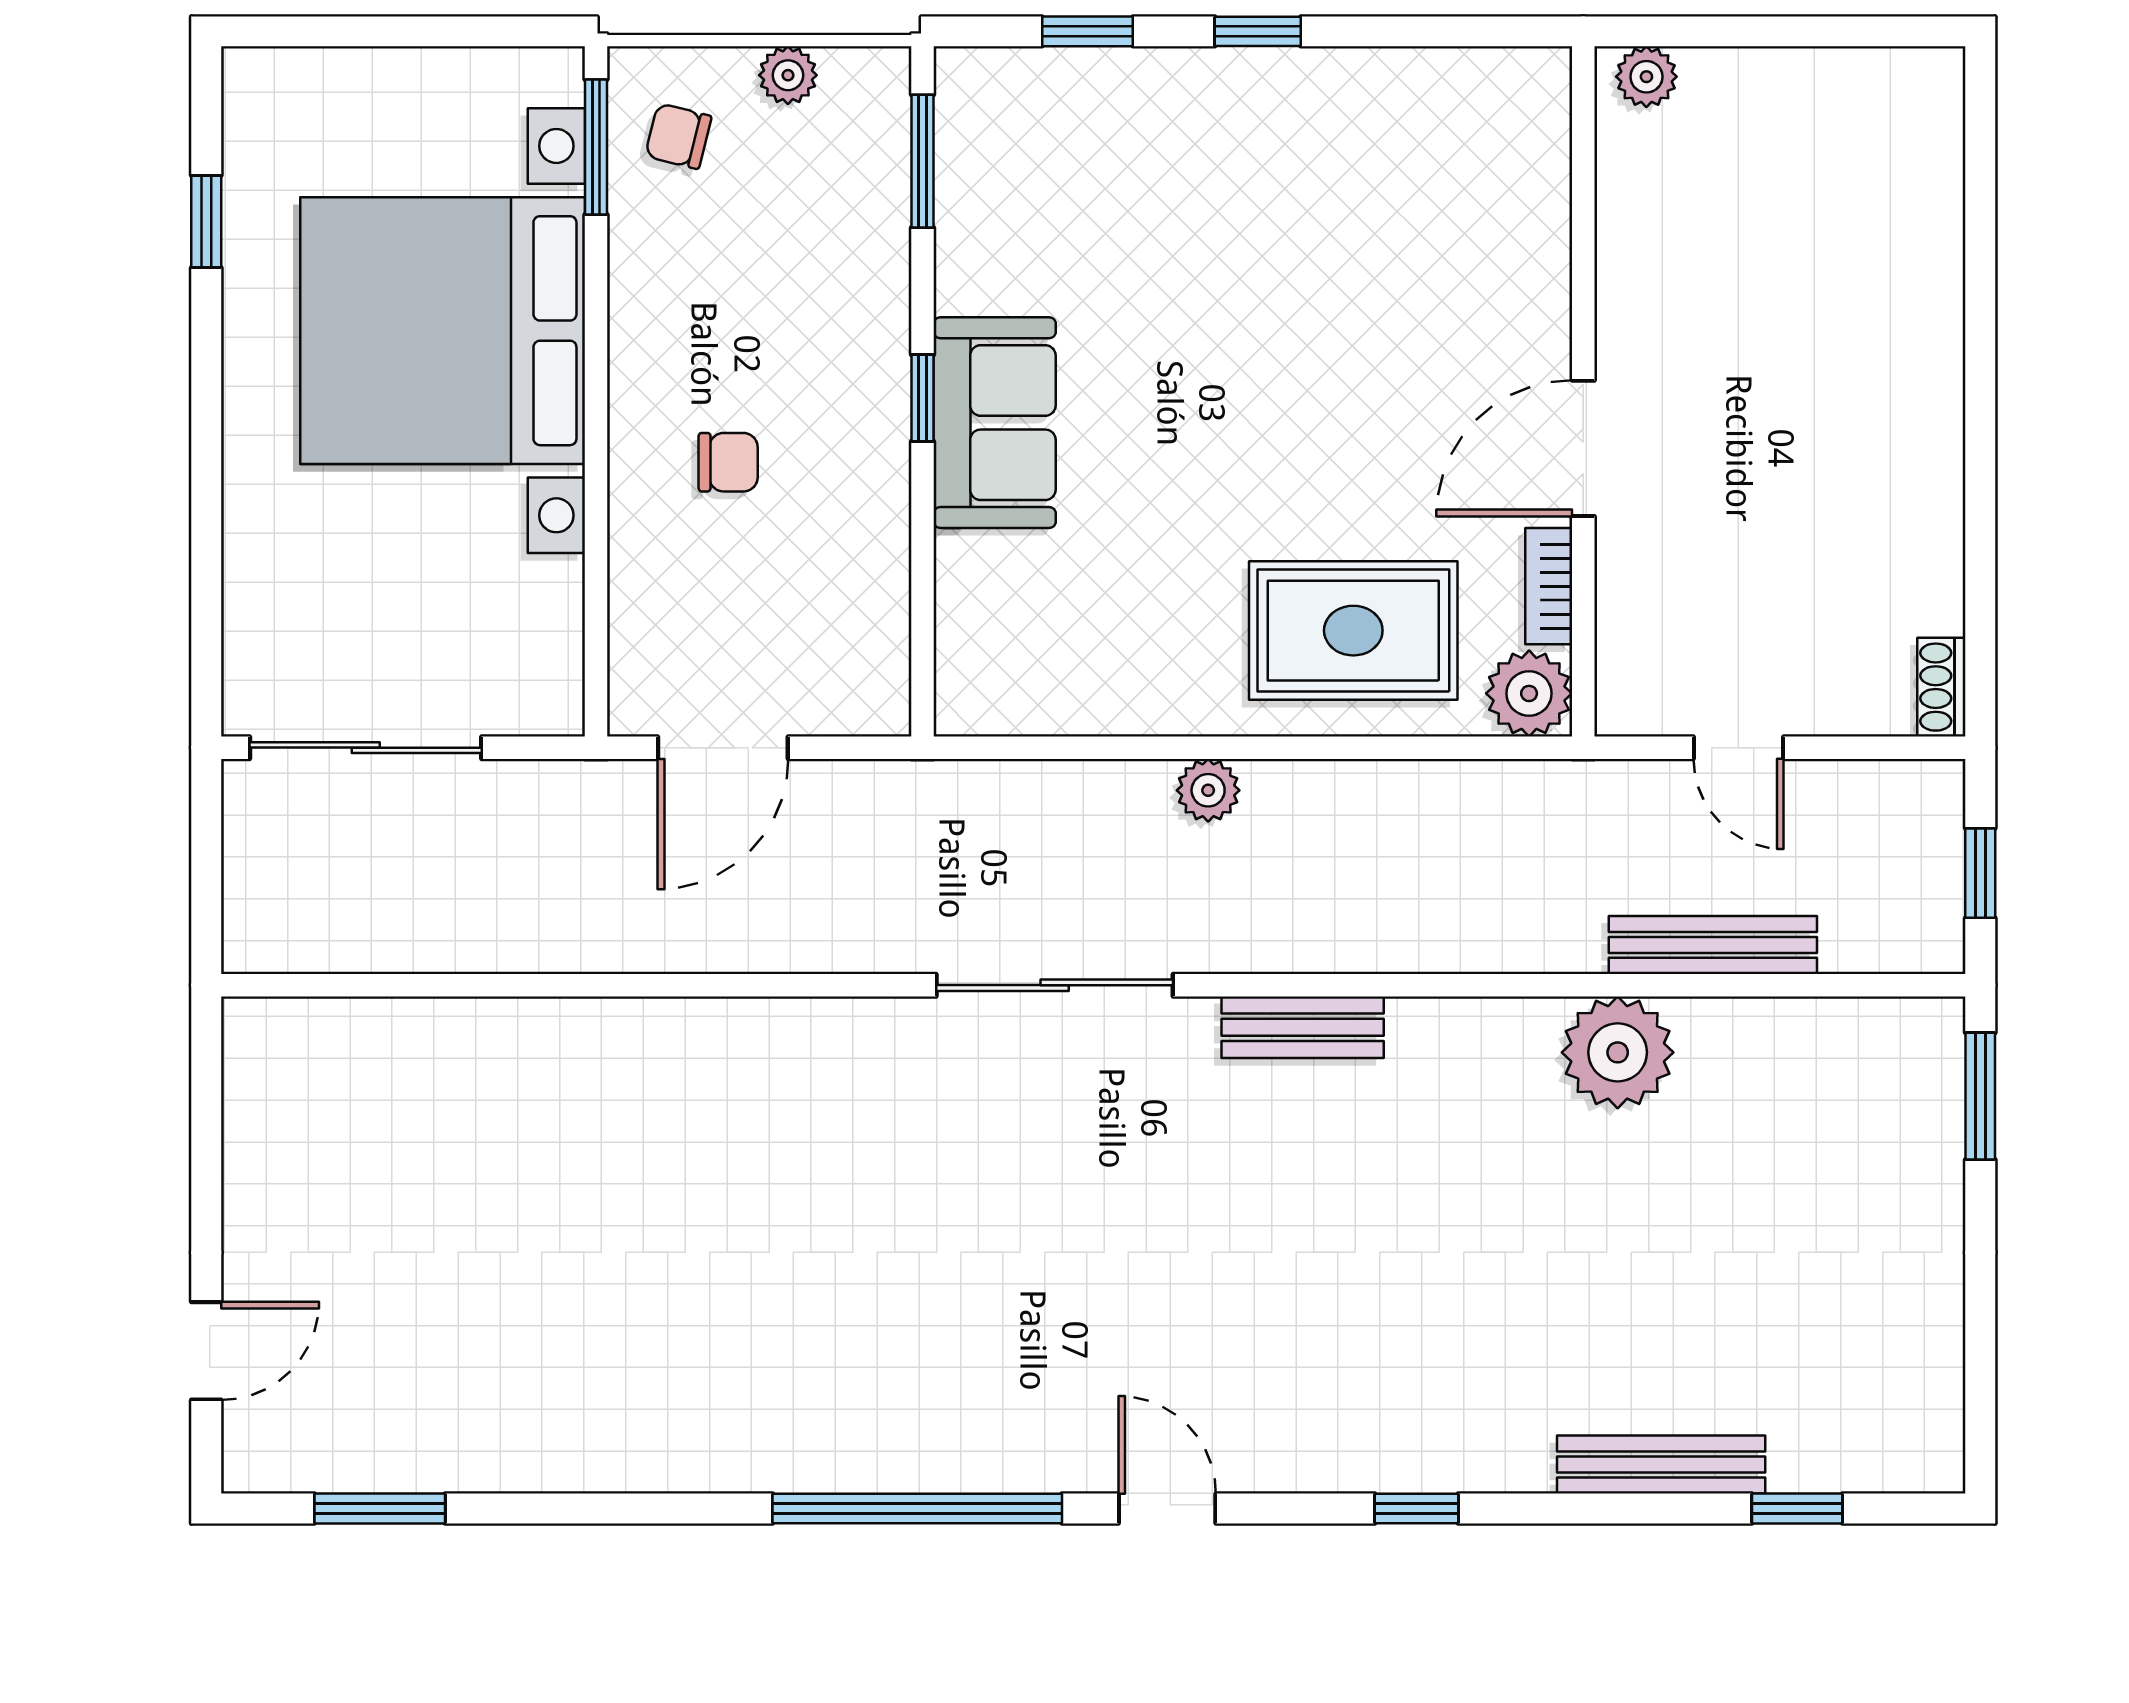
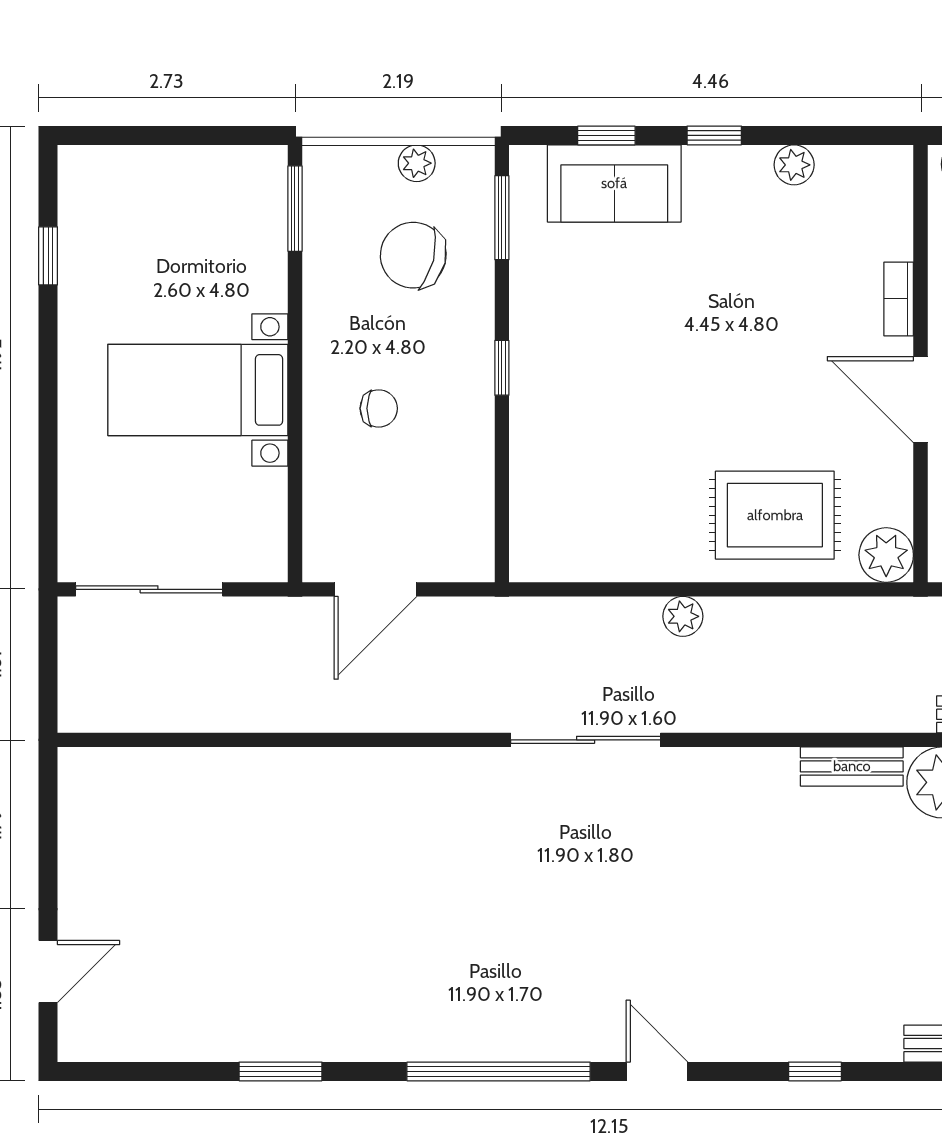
plant: (1384, 78) -> (794, 165), added
chair: (678, 136) -> (413, 255), moved, width x1.87, depth x1.87
bed with nightstands: (443, 331) -> (198, 390), width x0.54
sofa: (995, 423) -> (614, 183), moved, turned 90
door: (1583, 448) -> (921, 400), hinge flipped
bookcase: (1549, 586) -> (899, 299), moved
bench: (1303, 1027) -> (852, 766), moved
window: (380, 1509) -> (281, 1071), moved

